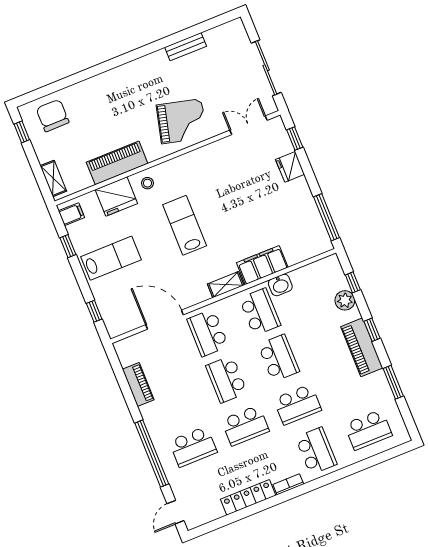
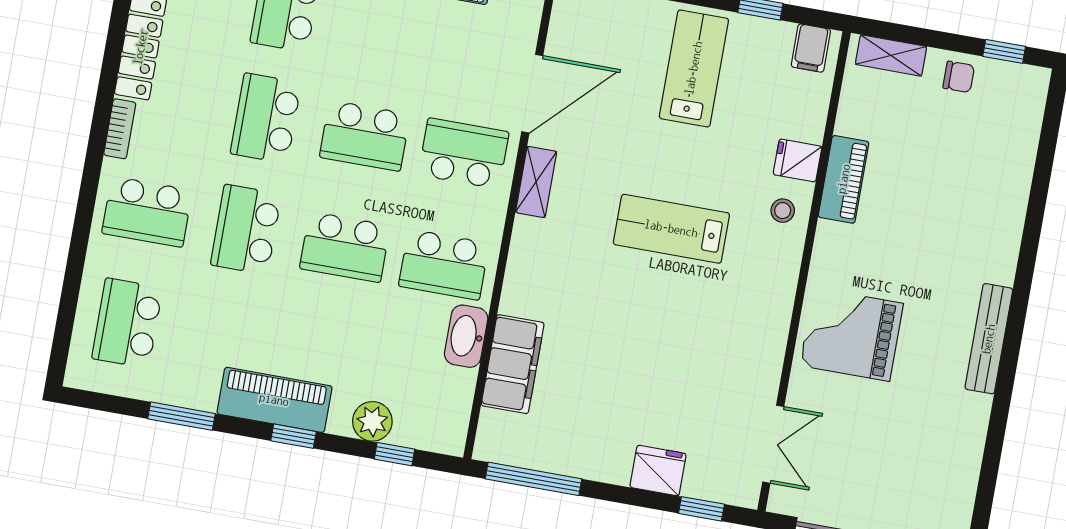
bench: (186, 47) -> (989, 339), moved, width x1.36
chair: (53, 116) -> (959, 77), moved, width x0.54, depth x0.54
grand piano: (182, 121) -> (852, 335), turned 76
piano: (117, 163) -> (844, 179), width x0.73, depth x0.75
fridge: (116, 197) -> (797, 160), width x0.53, depth x0.75
lab bench: (185, 225) -> (671, 229), turned 180
lab bench: (111, 258) -> (694, 68), turned 180
filing cabinet: (262, 265) -> (513, 364), moved
shelving: (226, 285) -> (536, 182), moved
washbasin: (280, 285) -> (466, 336), width x1.38
school desk: (226, 379) -> (365, 136), turned 180

